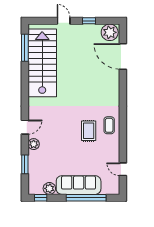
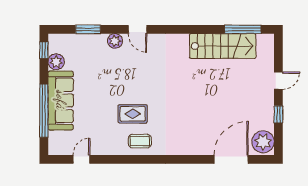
stairs: (42, 63) -> (223, 46), width x0.73, depth x0.66

